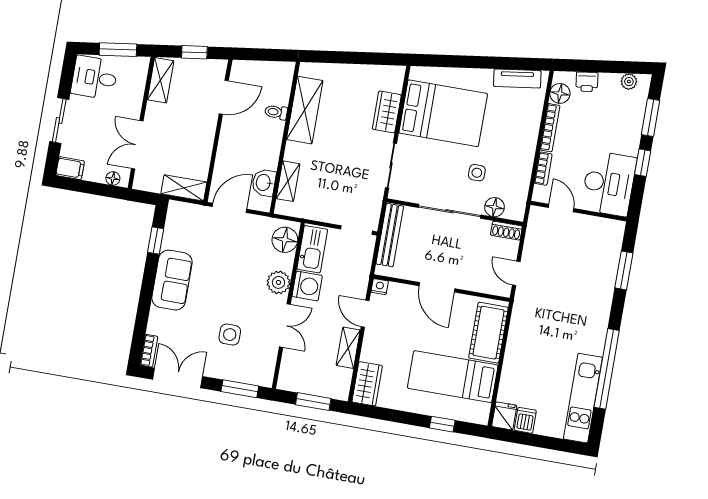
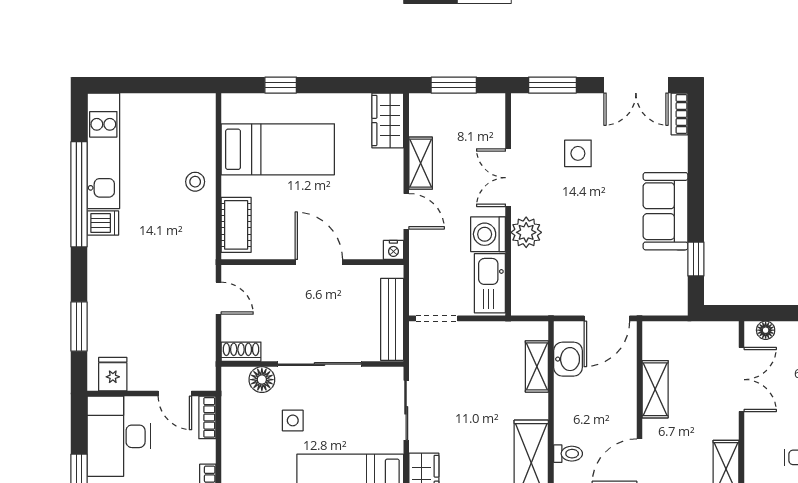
bookcase: (543, 169) -> (207, 417), moved
shelving: (184, 188) -> (655, 389), moved, turned 90
floor lamp: (285, 240) -> (528, 289), removed
cot: (488, 333) -> (236, 225), width x0.73, depth x0.75
stool: (518, 363) -> (195, 182), added
fridge: (504, 416) -> (113, 374), moved, turned 180
dishwasher: (525, 420) -> (103, 223), moved, turned -90

